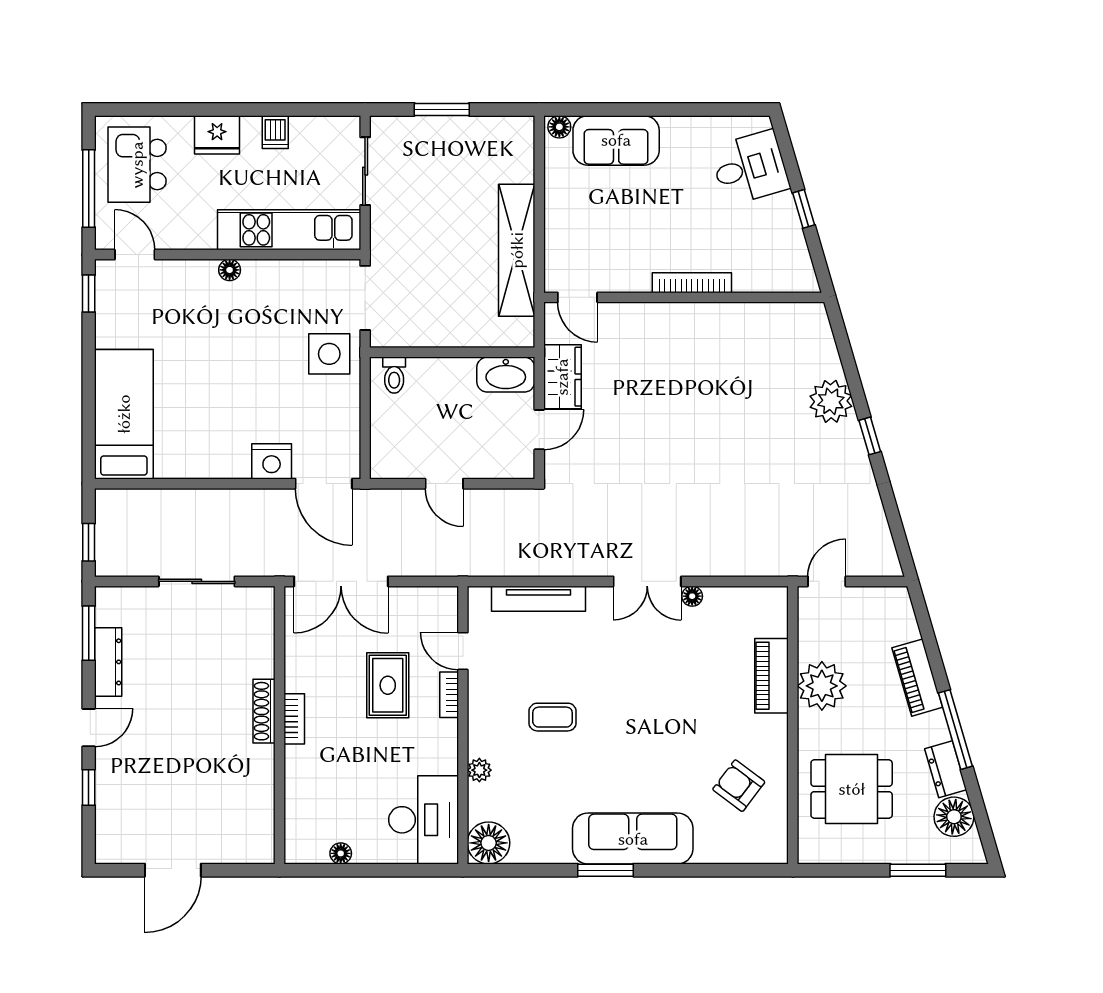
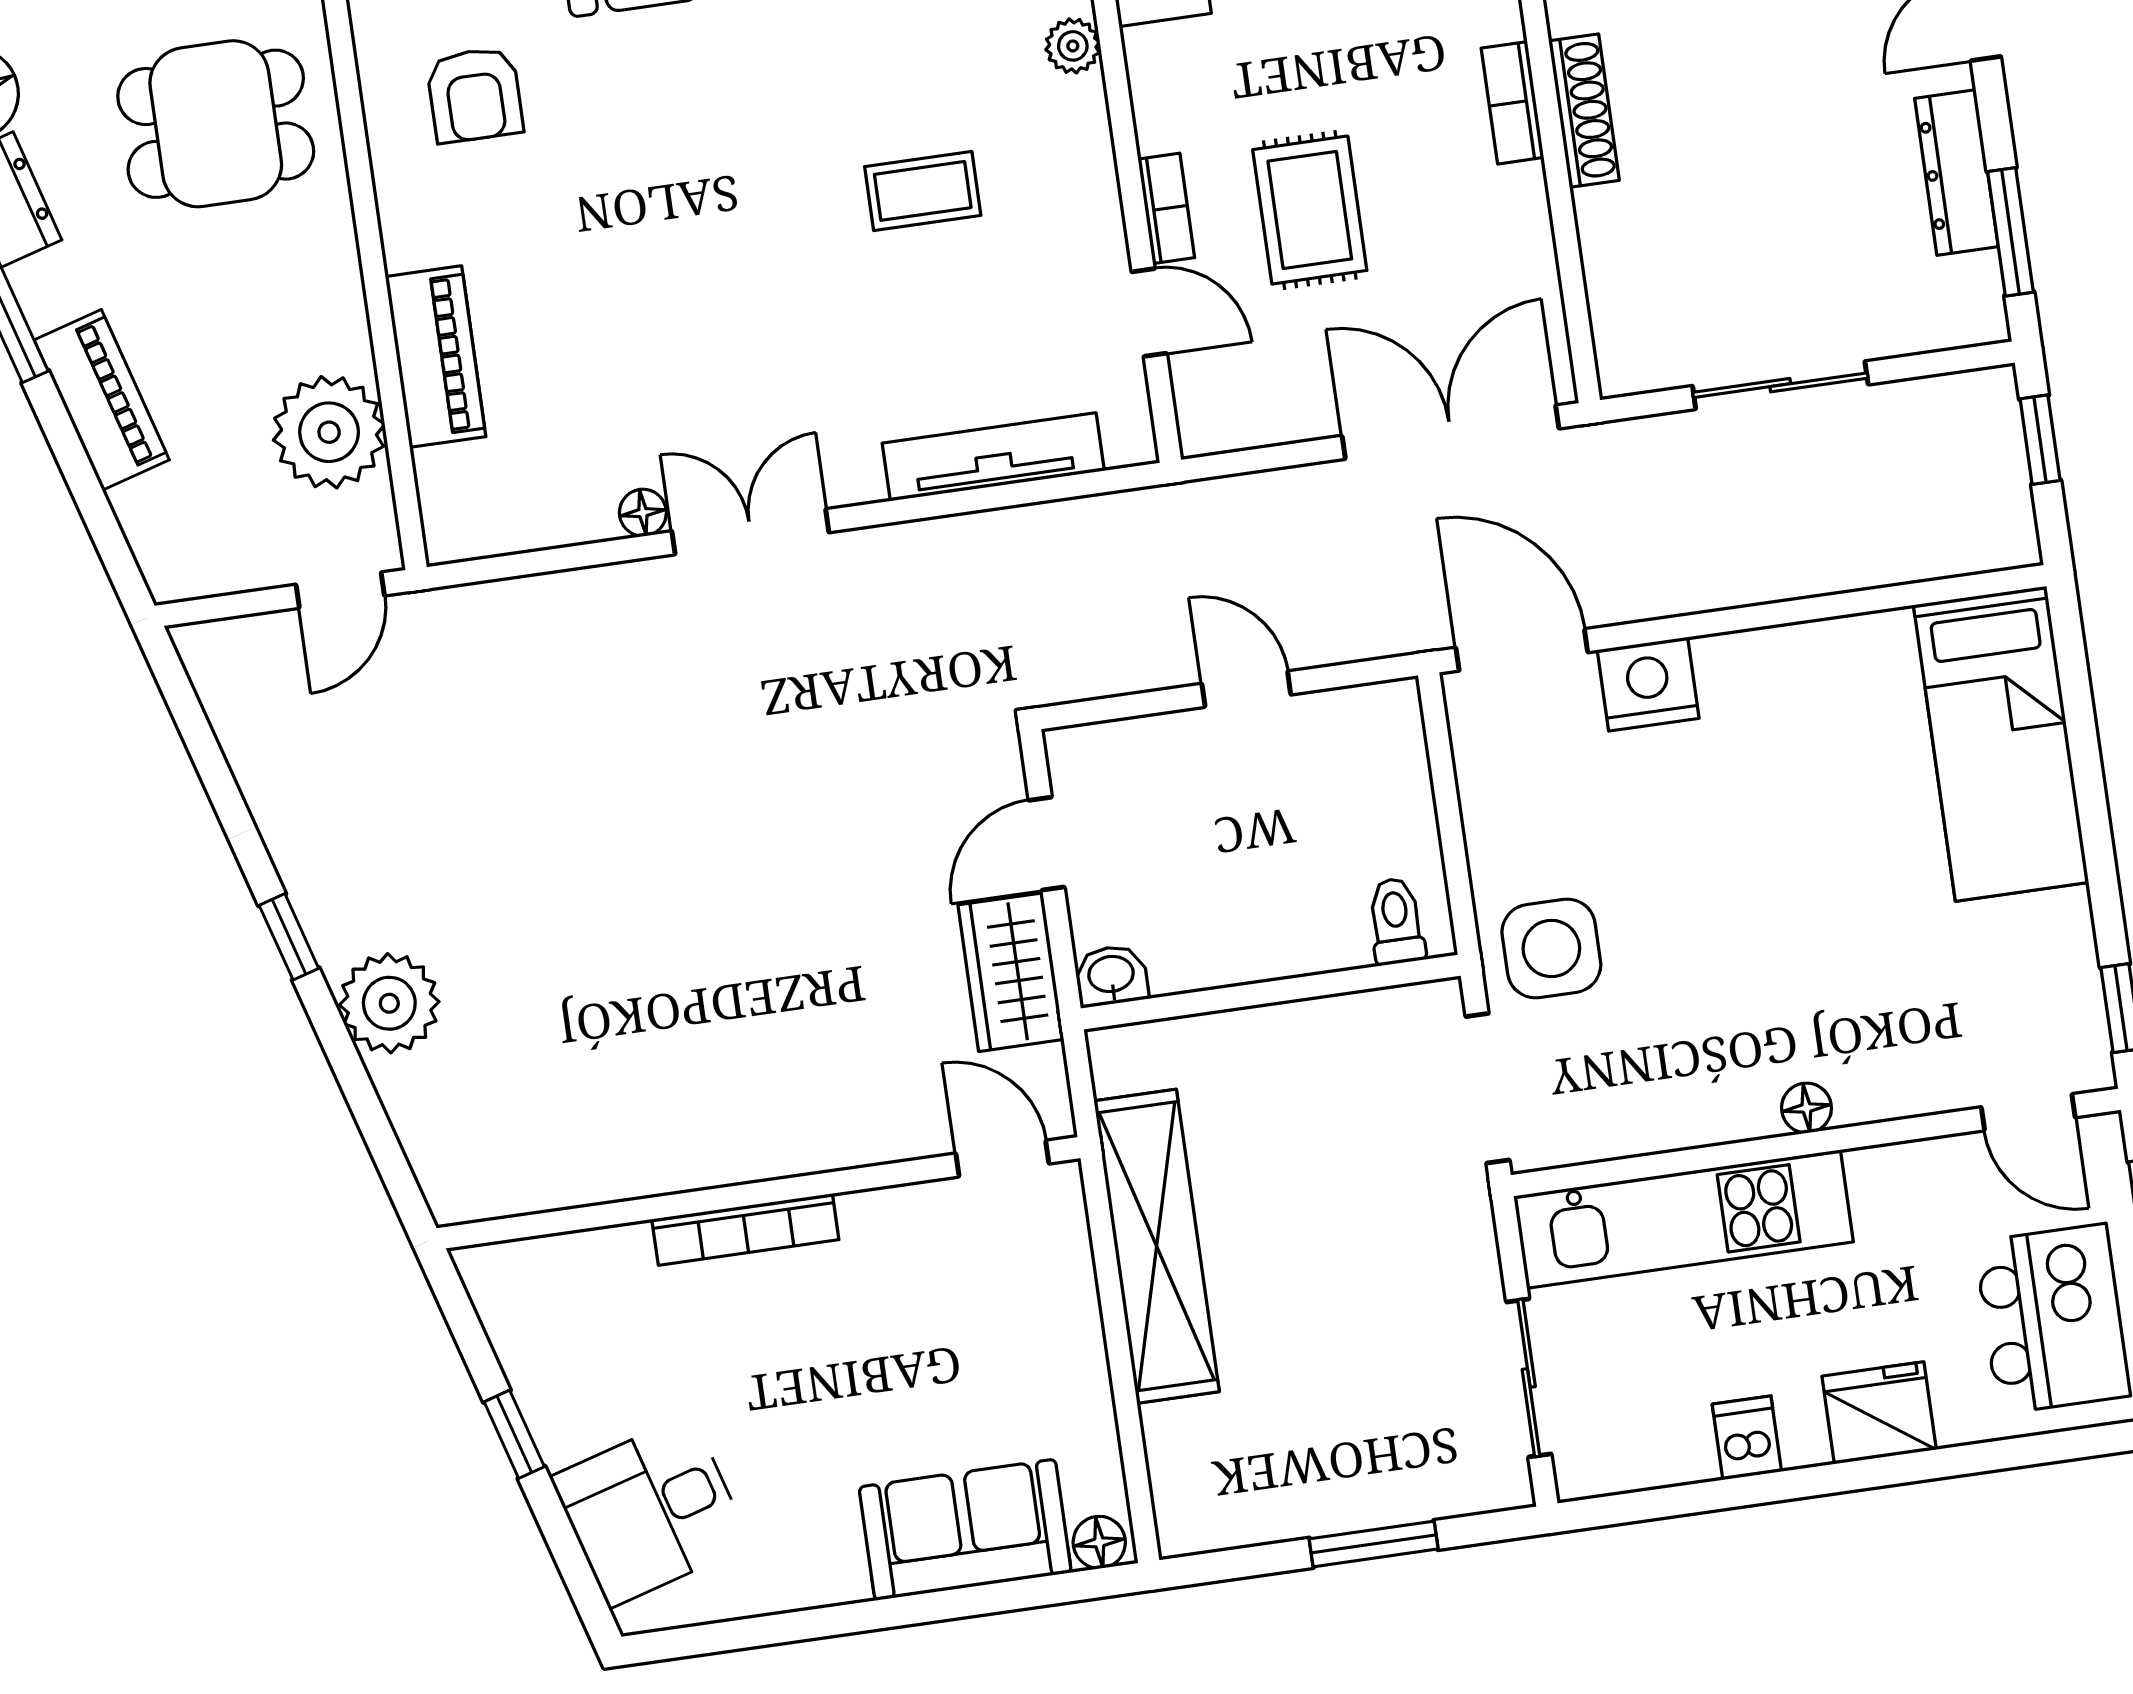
washbasin: (506, 375) -> (1111, 976), width x0.52, depth x0.69
plant: (822, 686) -> (329, 432), moved
armchair: (739, 786) -> (475, 95), turned 53

